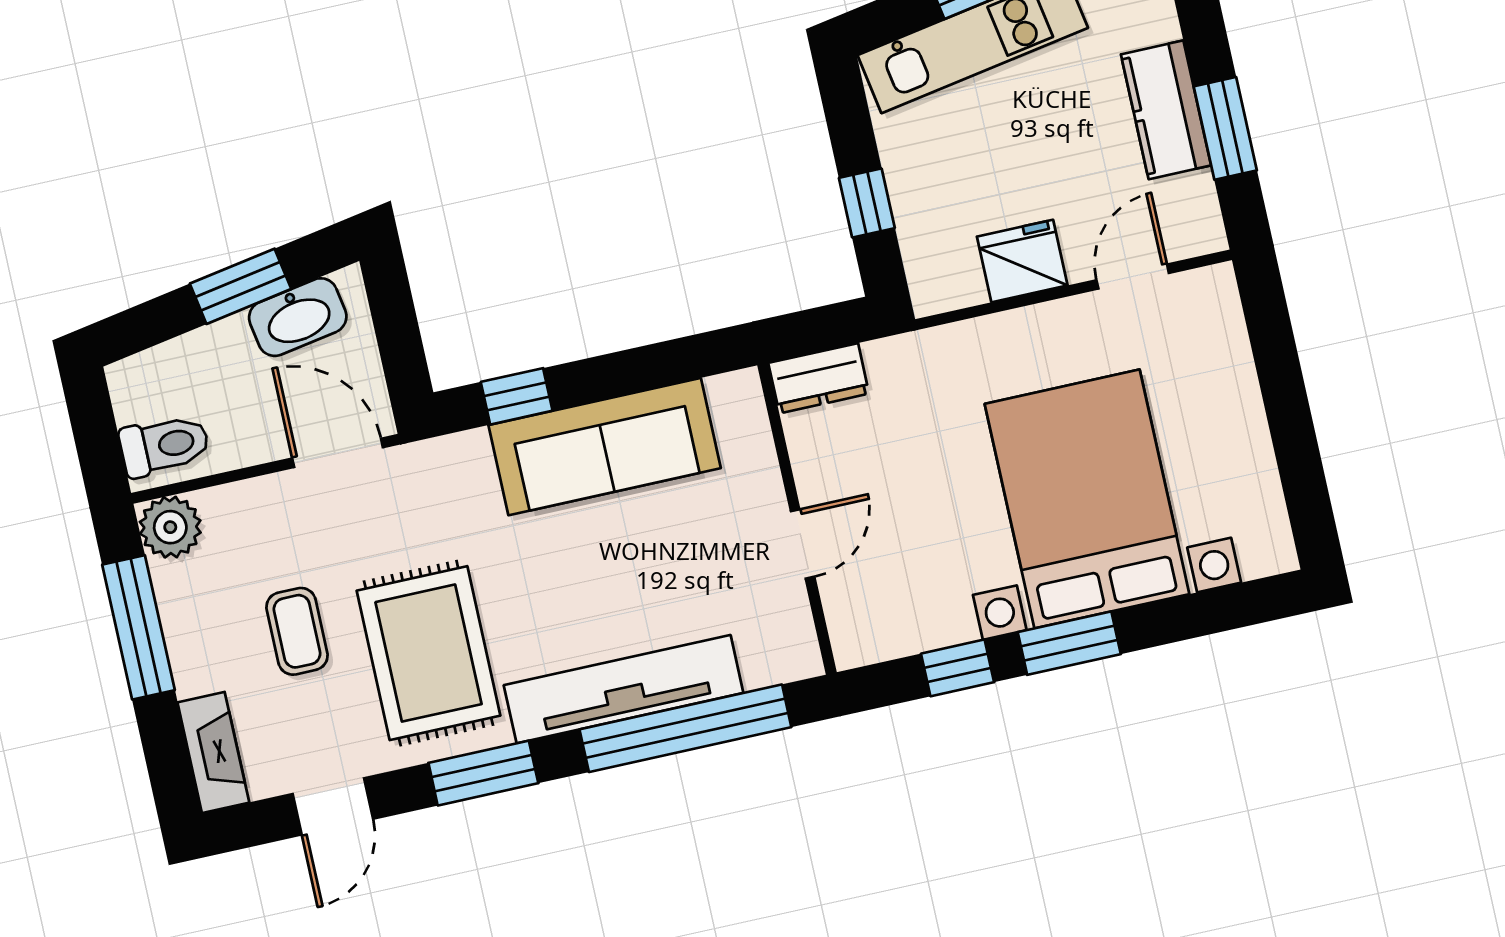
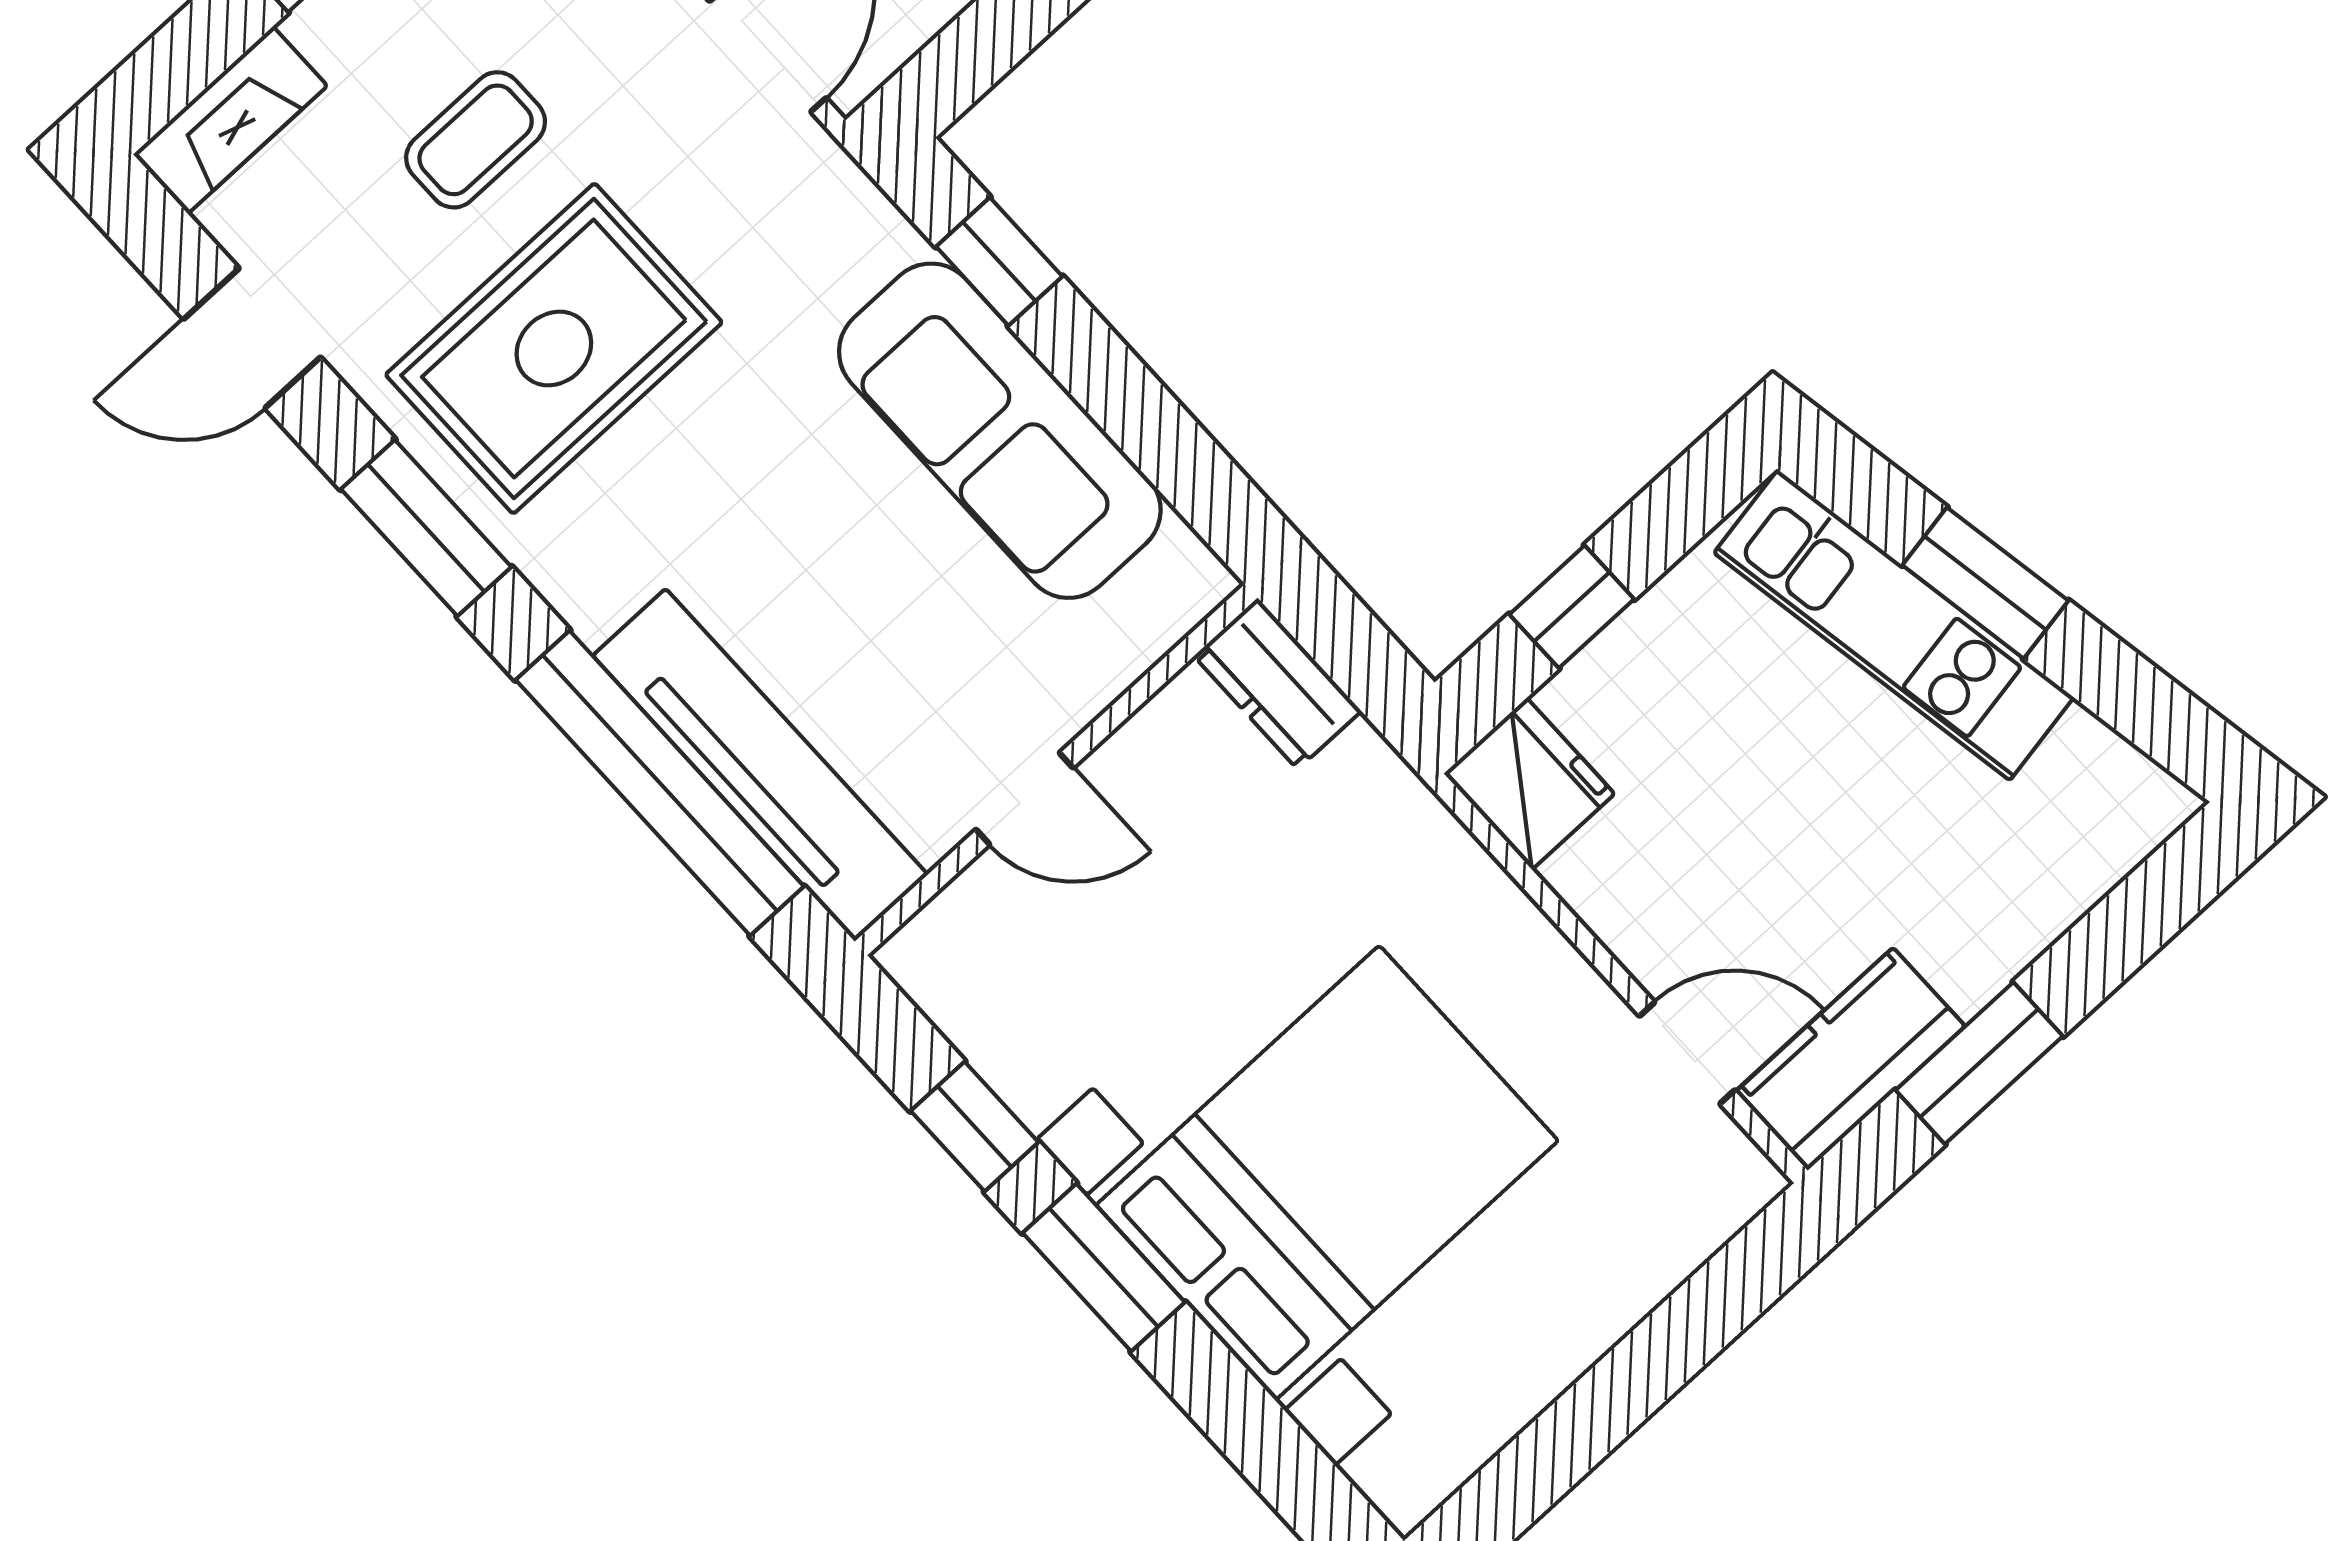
kitchen counter: (1166, 110) -> (1850, 1059), moved
fridge: (1022, 261) -> (1529, 784), moved
tv unit: (624, 689) -> (760, 765), moved

